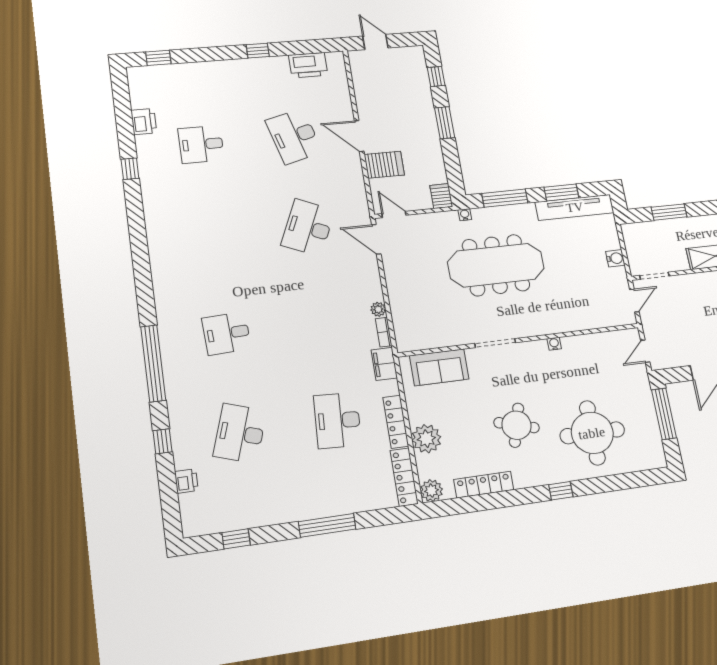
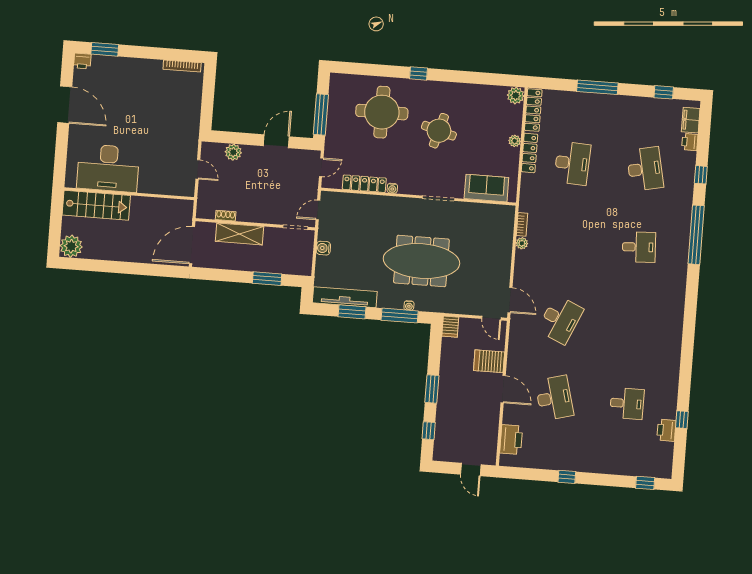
printer: (308, 65) -> (511, 440), moved, turned 90
window: (130, 169) -> (682, 420), moved
water cooler: (465, 215) -> (409, 305), moved
filing cabinet: (384, 364) -> (691, 120), moved, turned 180
desk: (240, 433) -> (645, 169), turned -30
plant: (426, 439) -> (515, 141), width x0.53, depth x0.53
locker: (484, 485) -> (364, 184), moved, turned 180

